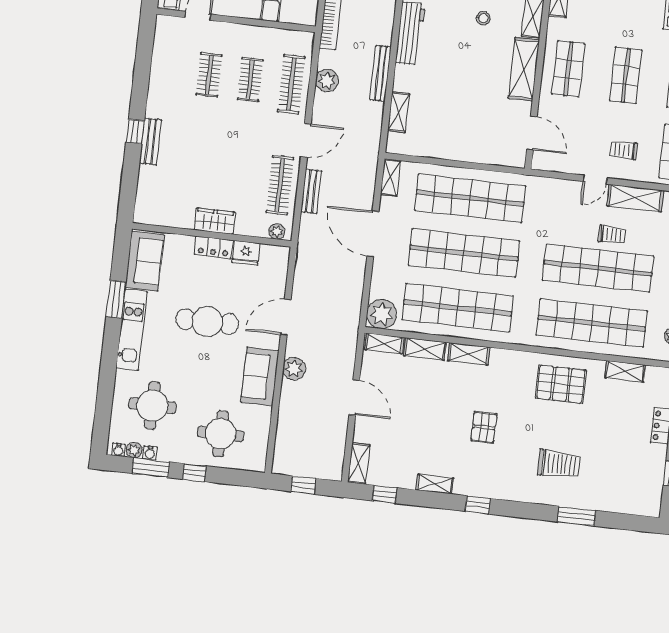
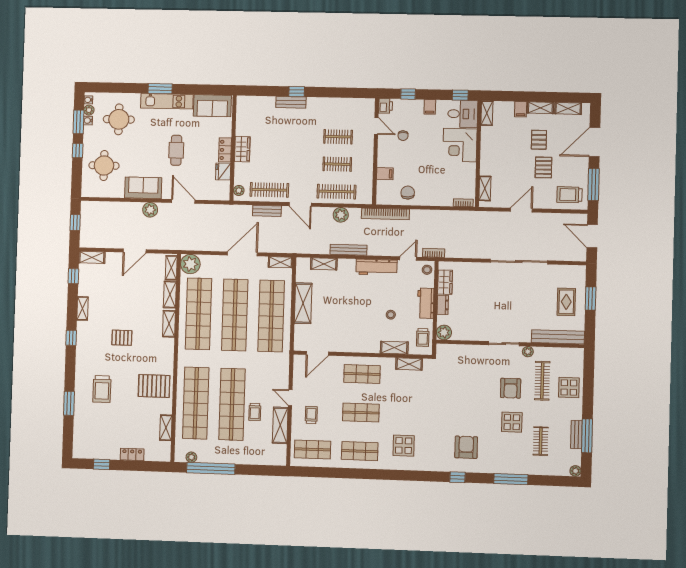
shelving: (524, 69) -> (303, 303), moved, turned 90
window: (116, 299) -> (160, 89), moved
cafe table: (207, 322) -> (176, 150), width x0.73, depth x0.74
pallet: (561, 384) -> (154, 386), turned 90

